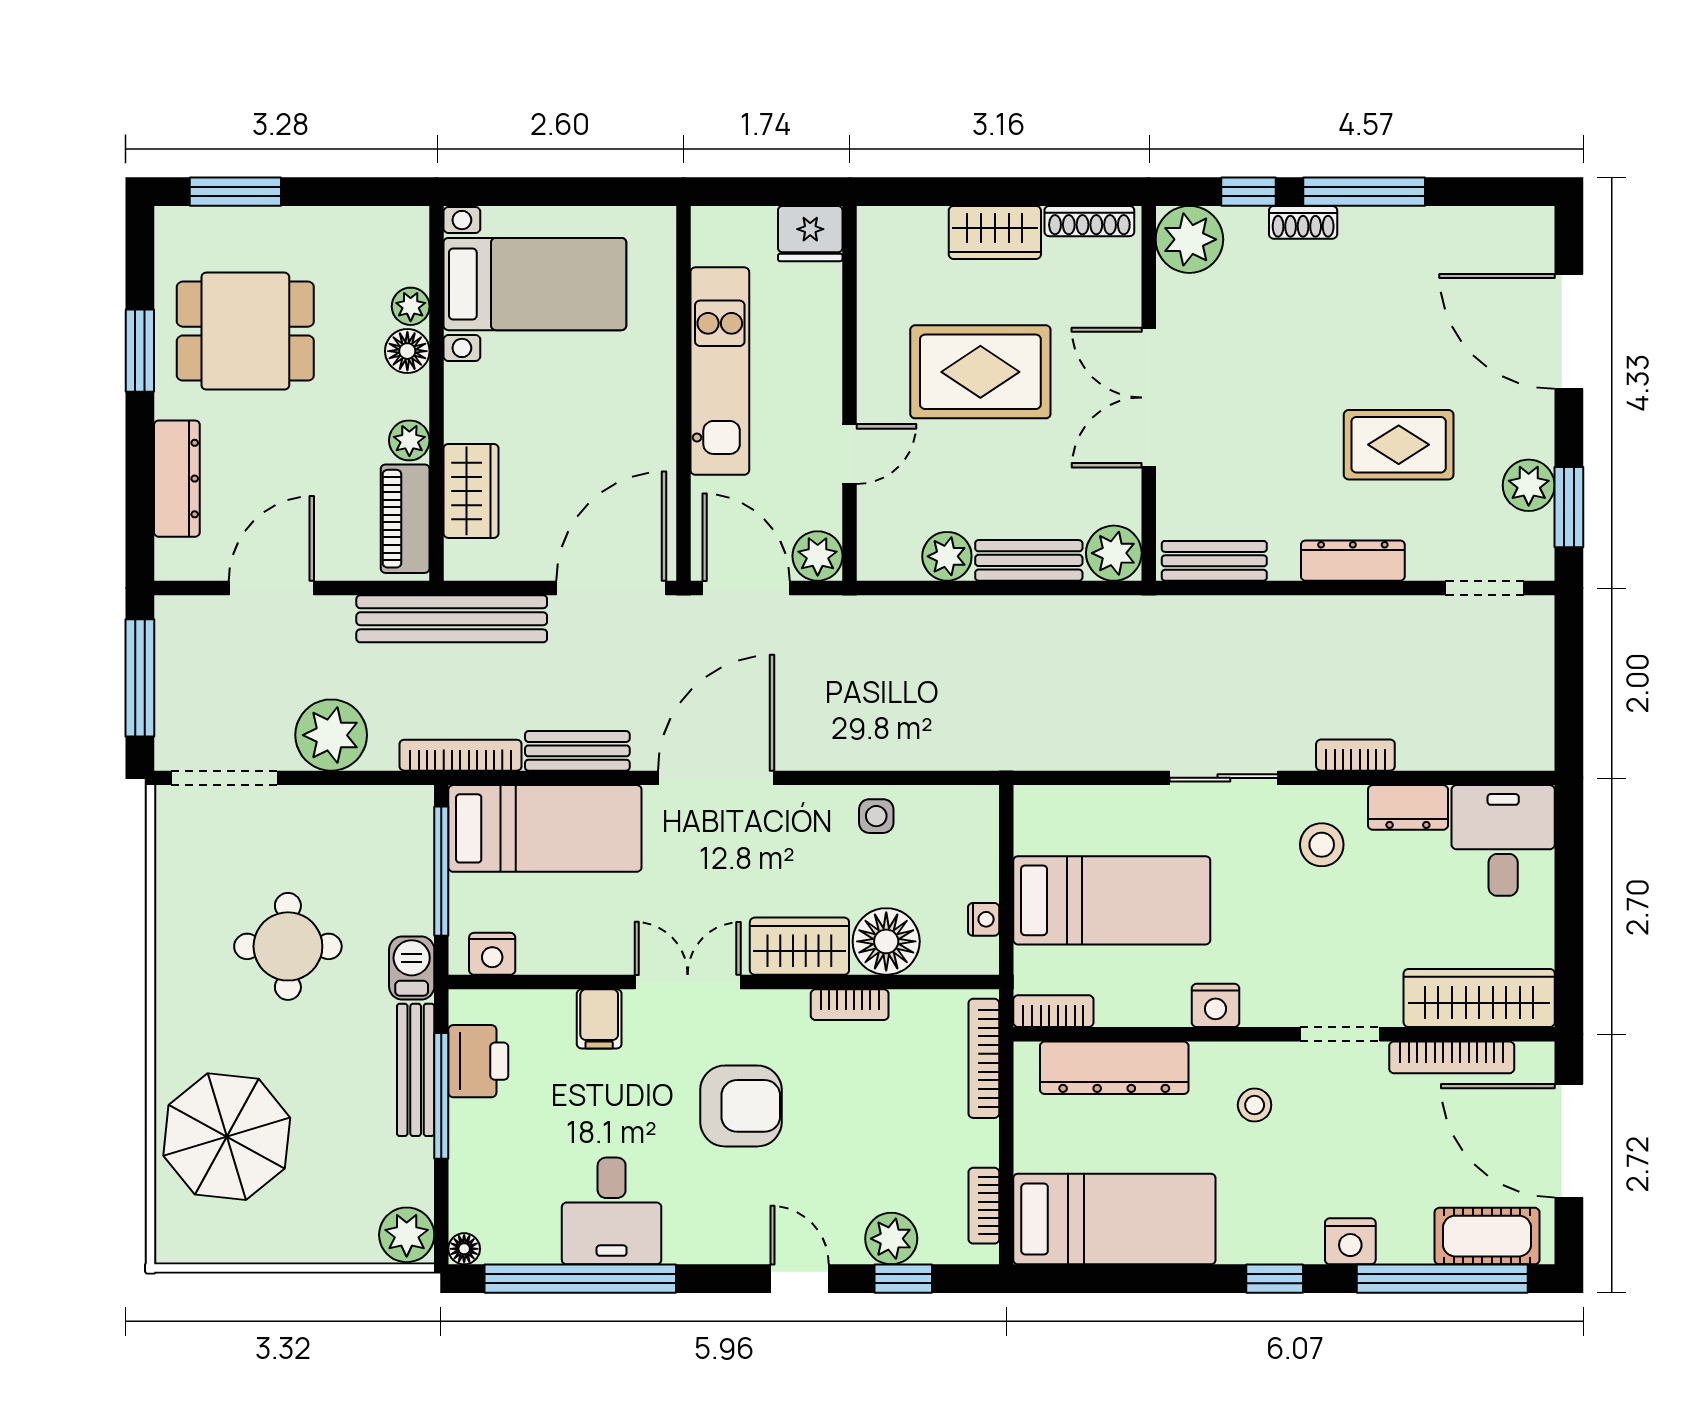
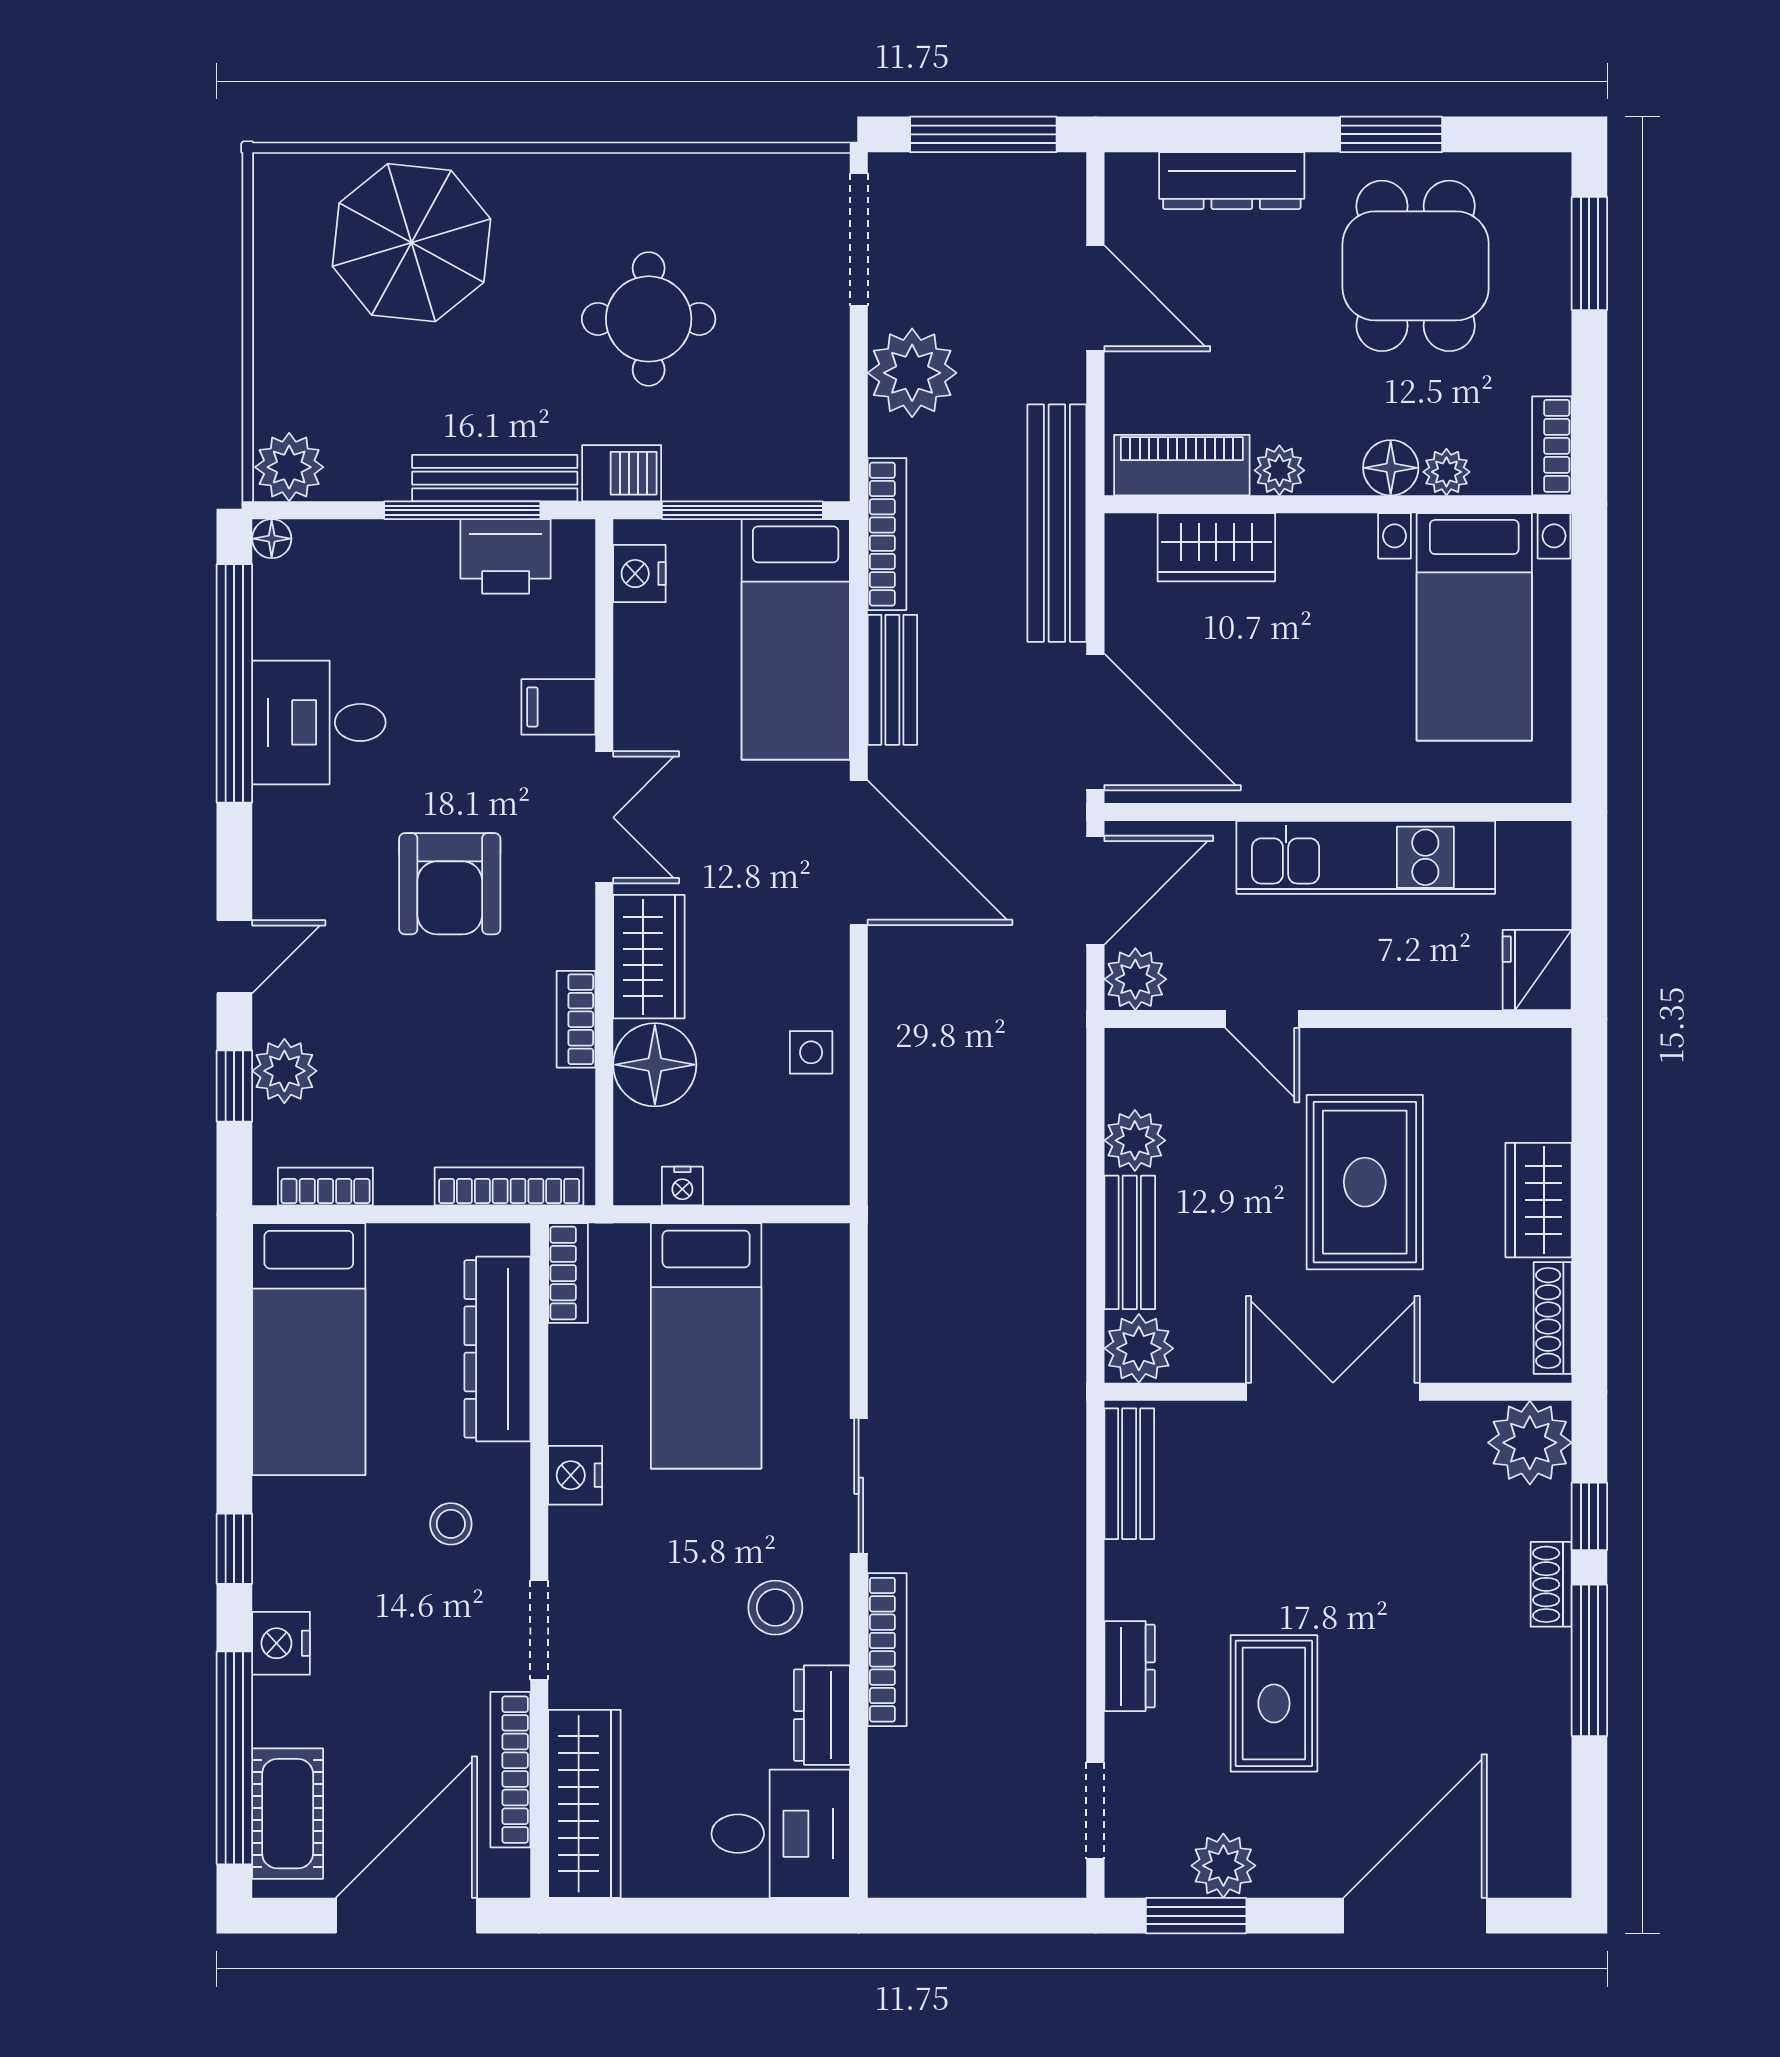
bookcase: (390, 222) -> (1552, 446), added
dresser: (1353, 561) -> (1130, 1666), width x0.70
bookcase: (1355, 755) -> (887, 1650), width x1.56

